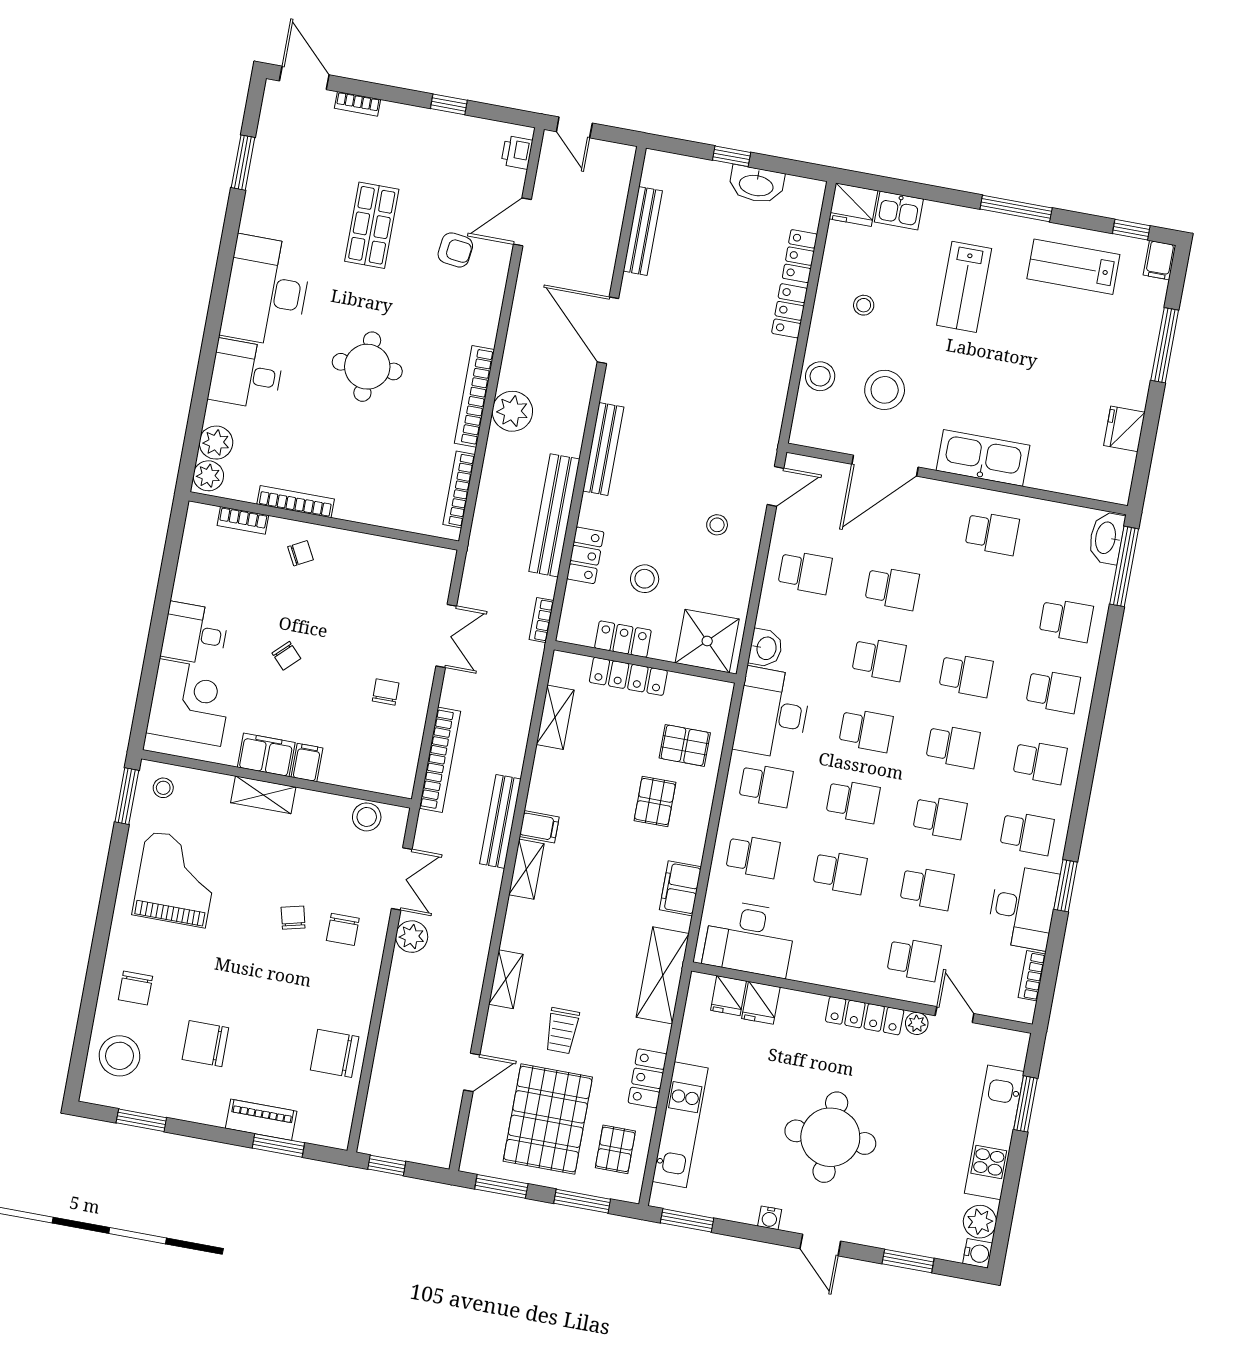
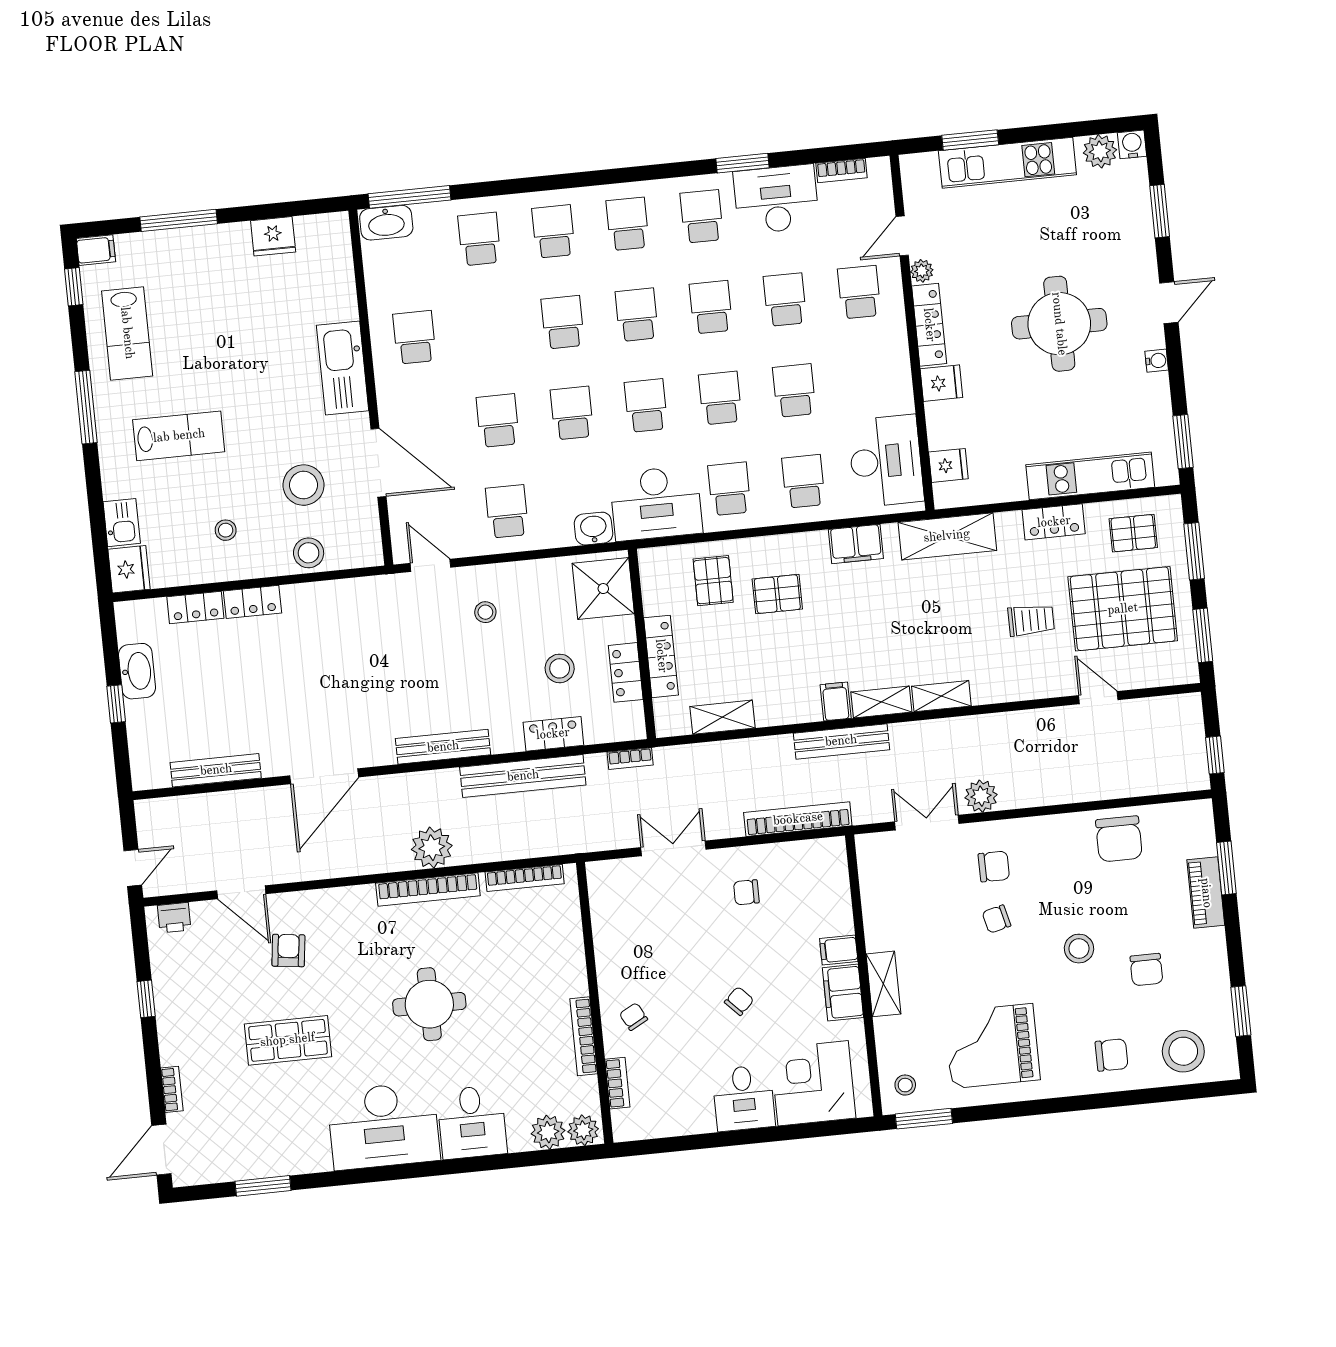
stool: (367, 817) -> (1079, 949), moved
shelving: (506, 979) -> (941, 696), moved
fridge: (761, 1003) -> (941, 383), moved
chair: (205, 1044) -> (1146, 970), width x0.73, depth x0.73

